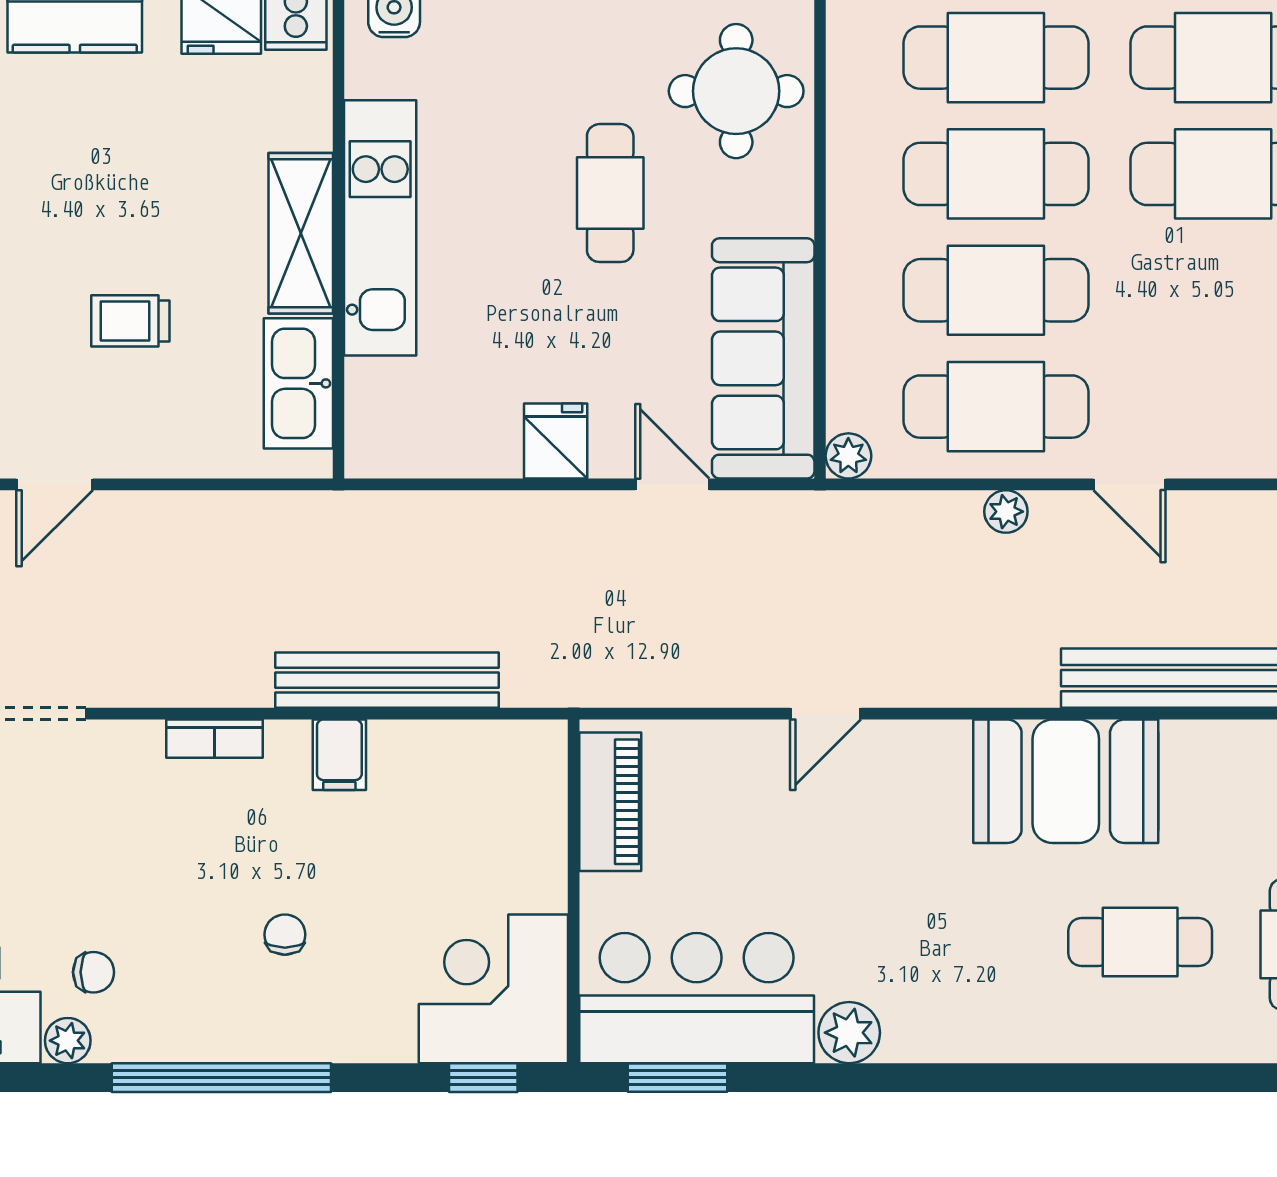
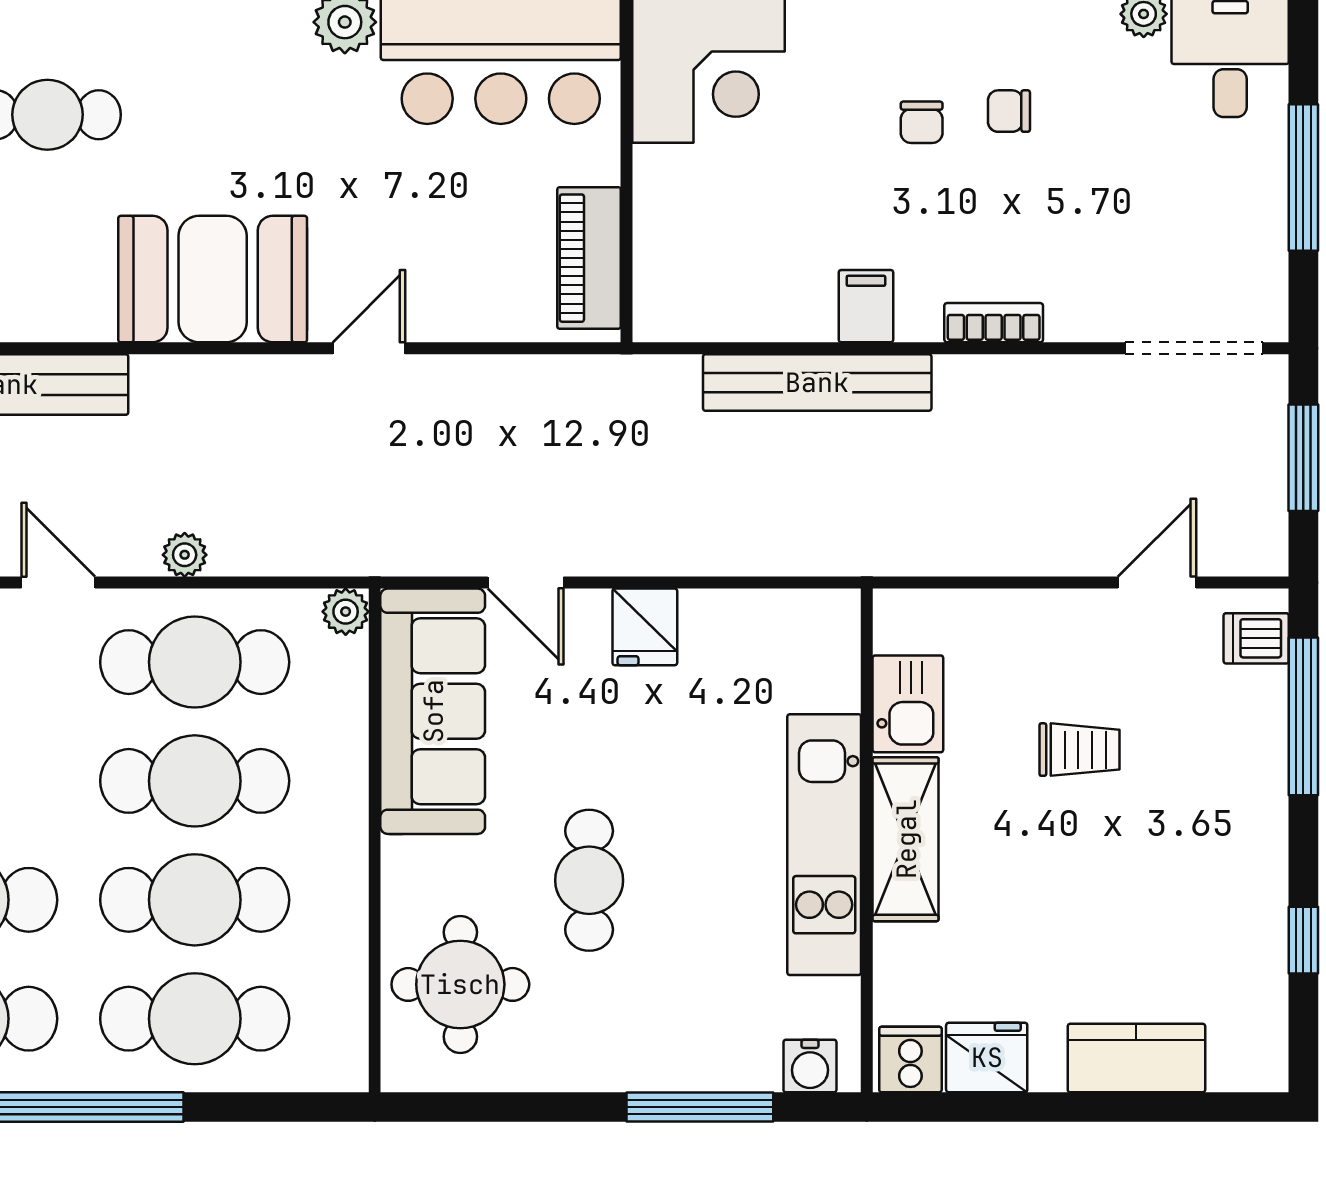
kitchen sink: (298, 383) -> (908, 704), width x0.73
booth: (1066, 781) -> (213, 279), moved
chair: (94, 972) -> (1009, 111), moved

